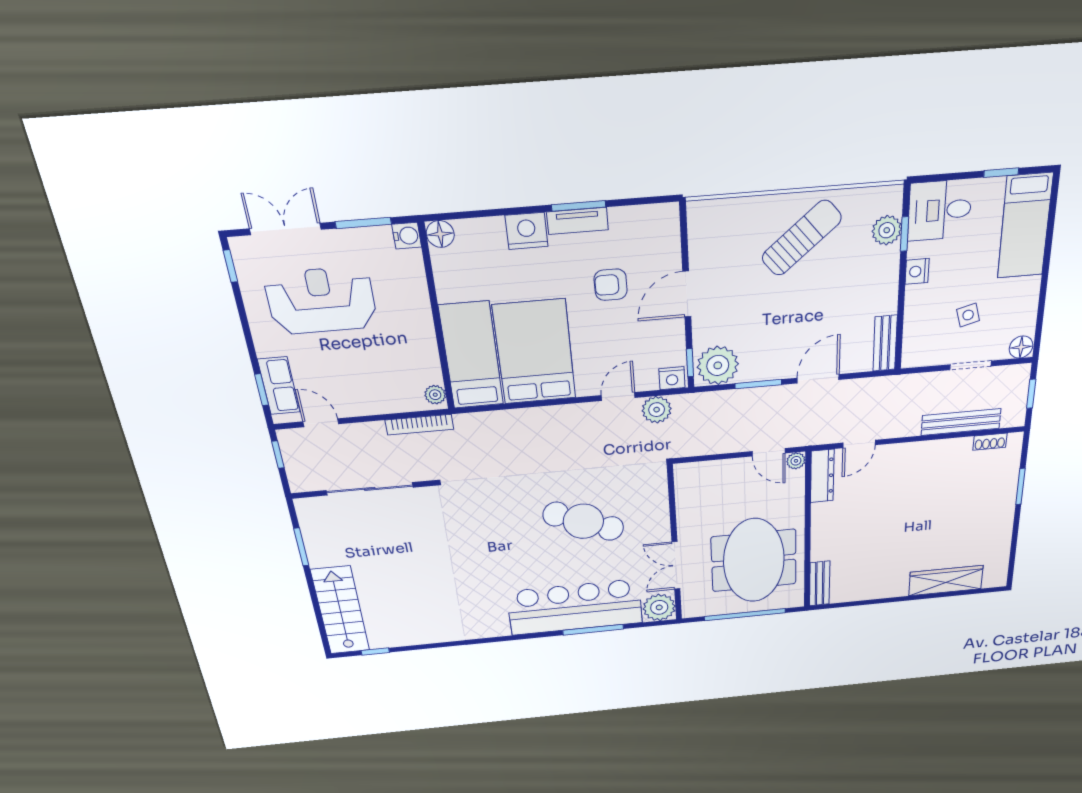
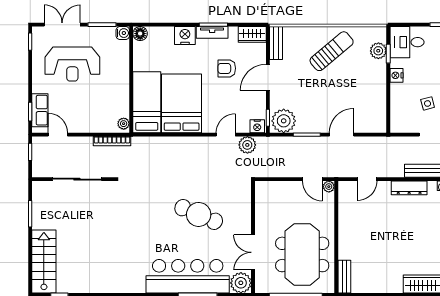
wardrobe: (654, 219) -> (252, 34), added
reception desk: (321, 301) -> (72, 64), turned 180
bench: (885, 343) -> (276, 43), moved
dresser: (822, 476) -> (409, 188), moved, turned 90

